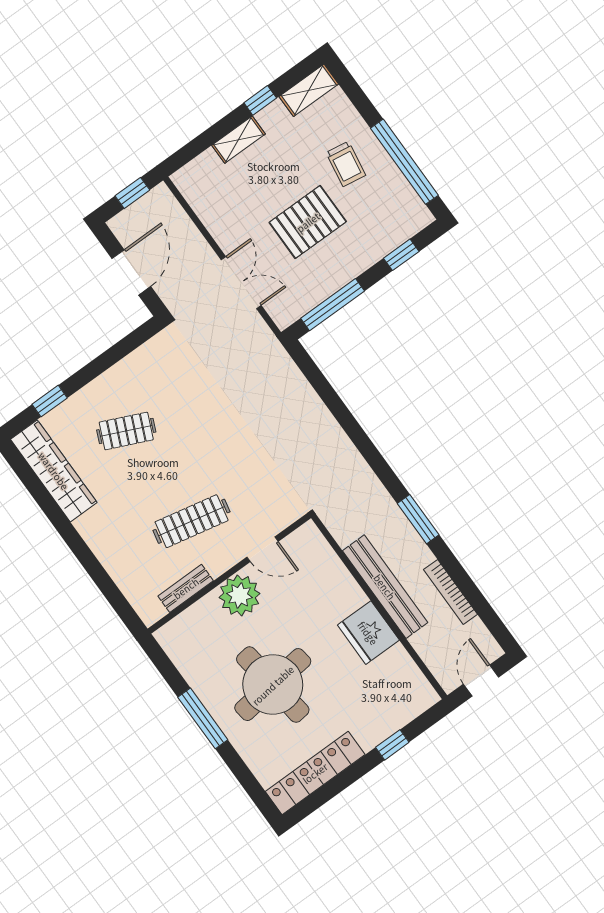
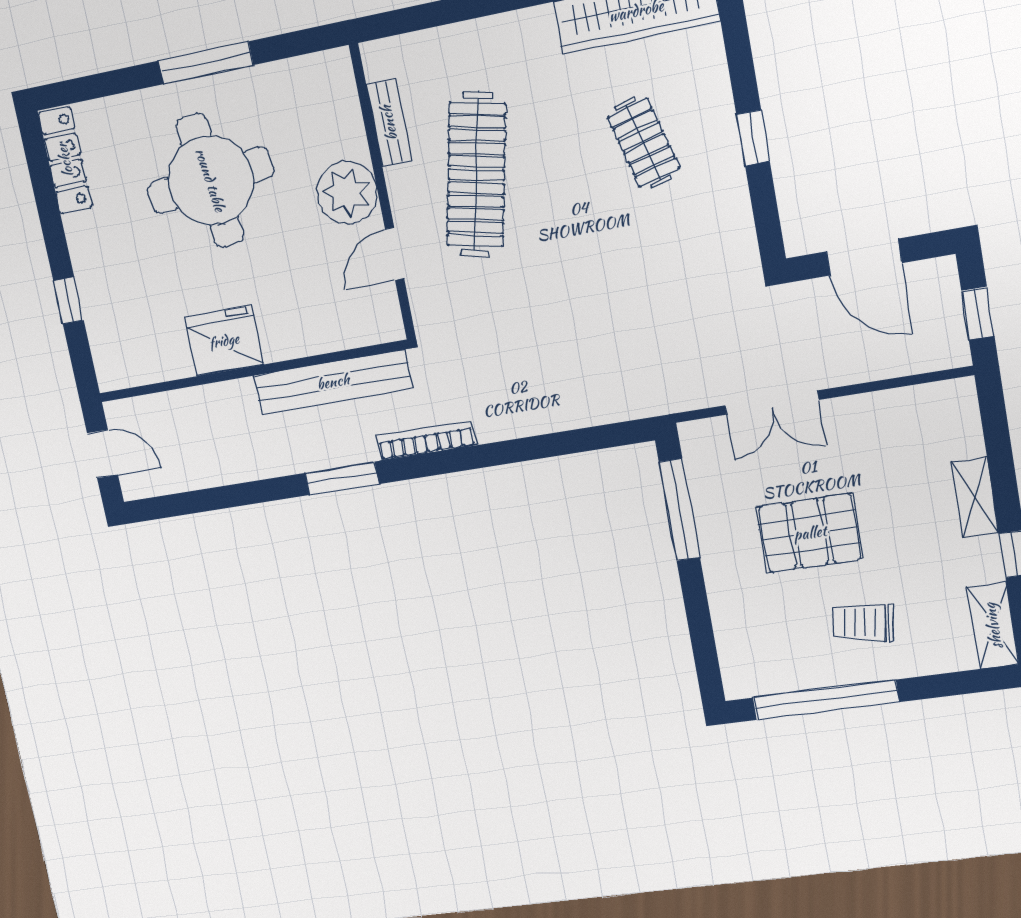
pallet: (308, 222) -> (810, 533), turned 90
window: (401, 255) -> (701, 632), removed
window: (50, 401) -> (753, 138), moved
clothes rail: (126, 431) -> (643, 143), turned -39
clothes rail: (192, 521) -> (476, 175), width x1.37, depth x1.31
bench: (385, 587) -> (333, 382), moved
bookcase: (451, 592) -> (426, 441), moved
locker: (315, 773) -> (65, 160), width x0.71, depth x0.83

